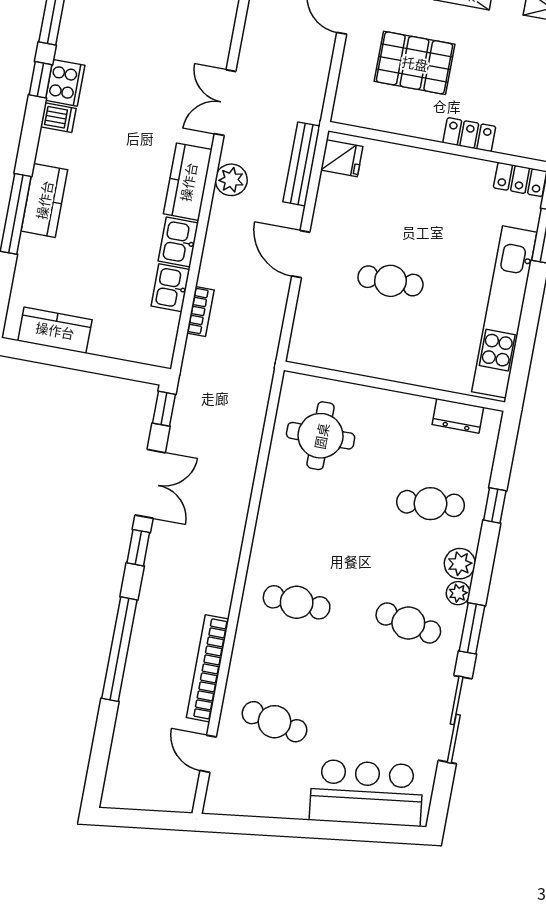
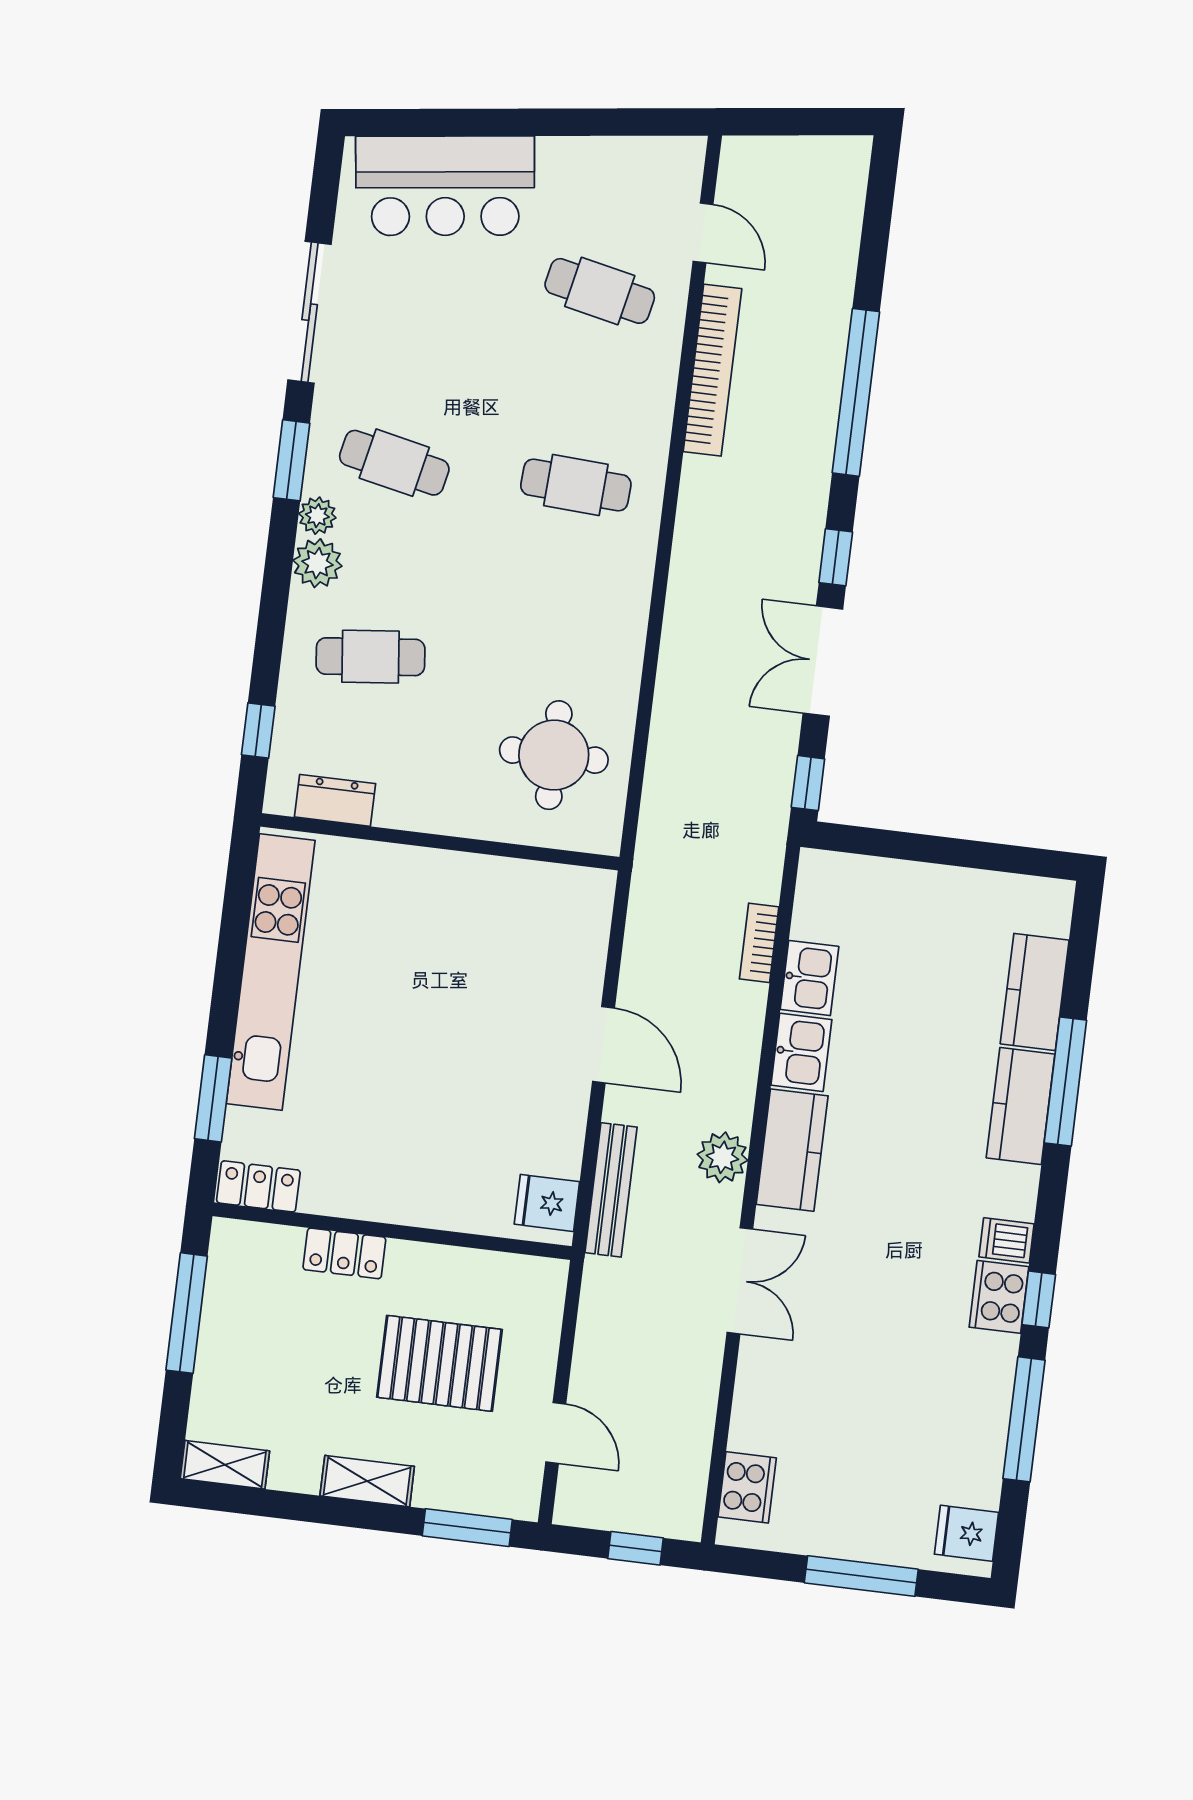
cafe table: (390, 281) -> (457, 1011), removed
kitchen counter: (55, 330) -> (1035, 992), moved, turned 90
window: (495, 505) -> (258, 730), moved

